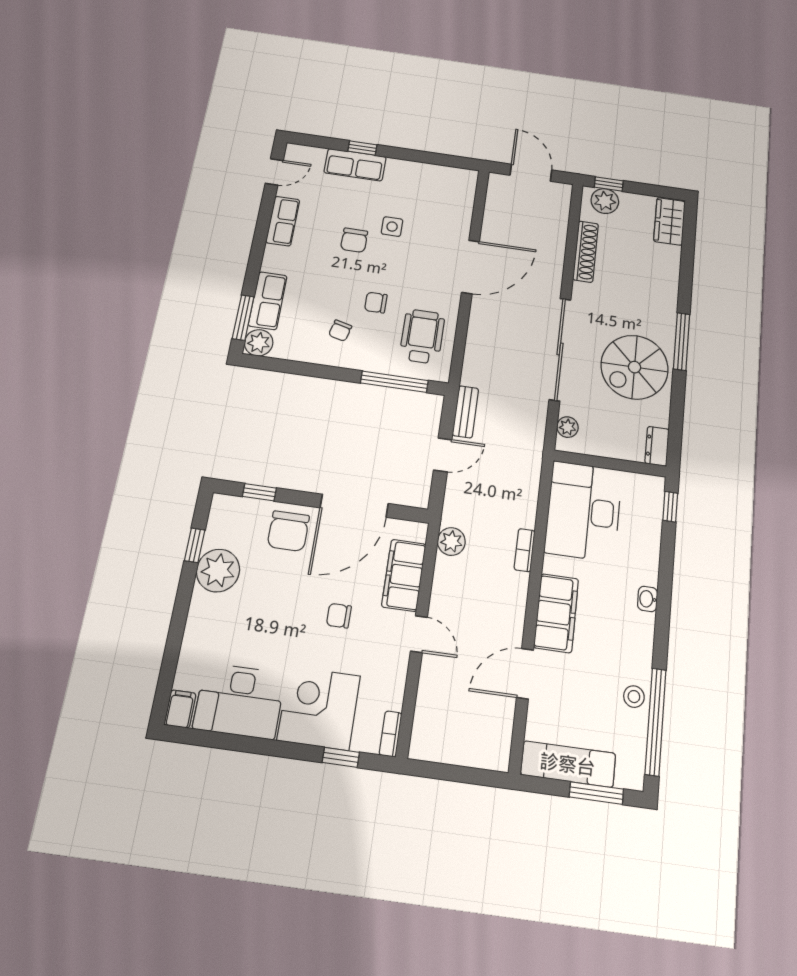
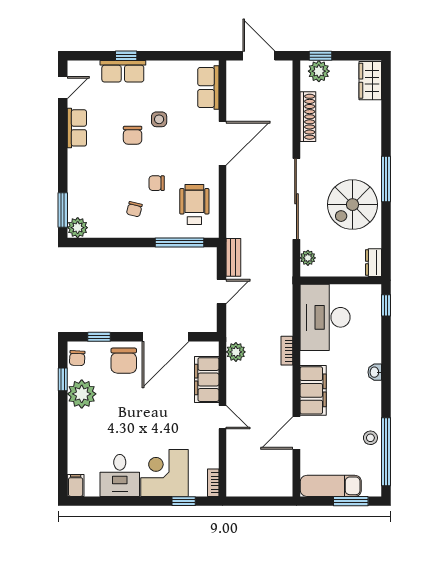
row of seats: (268, 301) -> (208, 88), moved, turned 180
chair: (339, 616) -> (77, 358), moved, turned -87
desk: (239, 701) -> (120, 475), width x0.73

